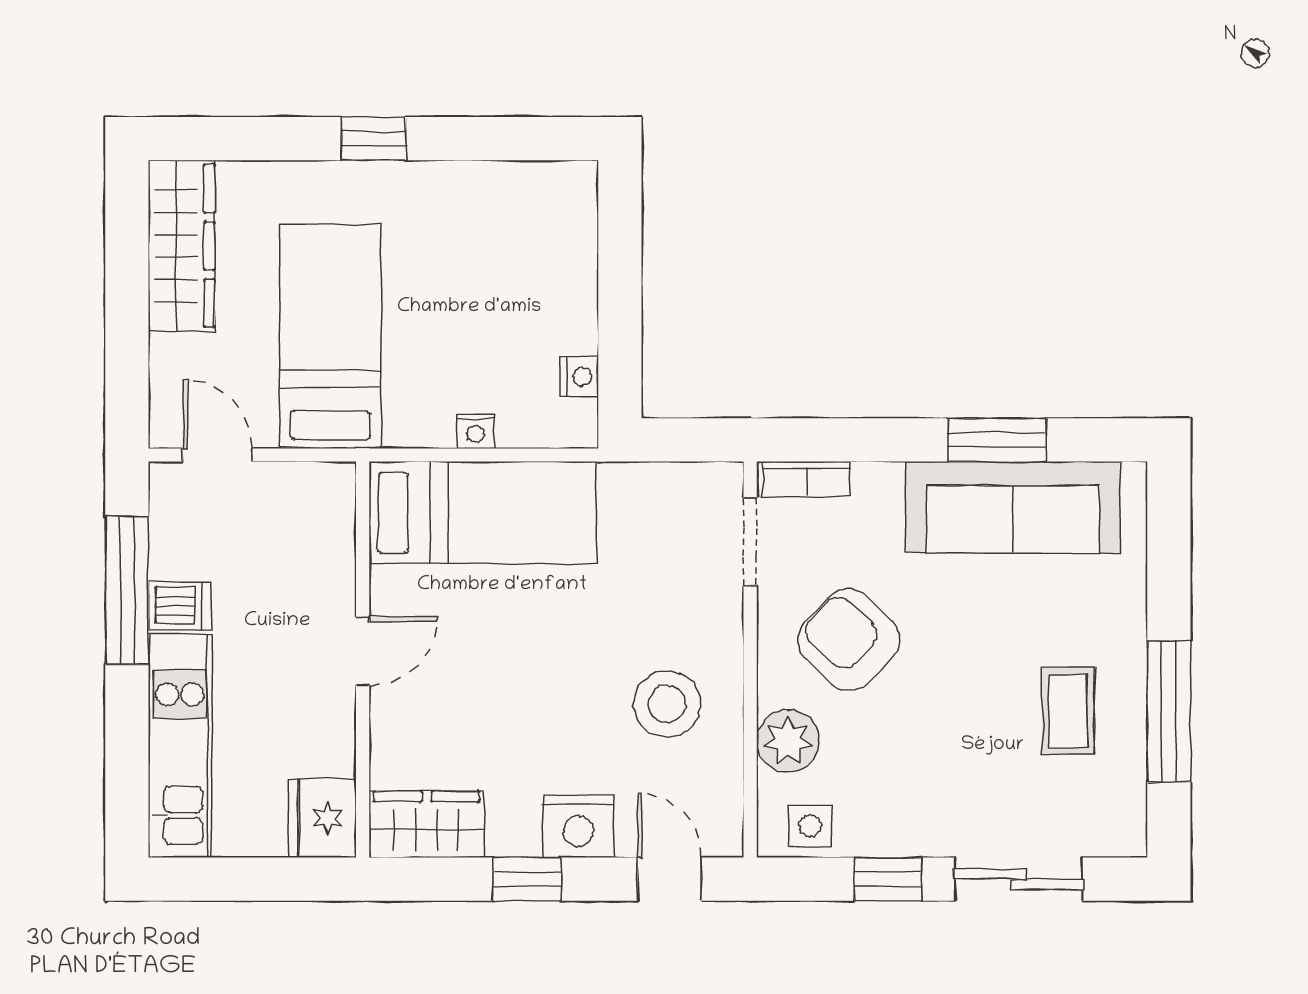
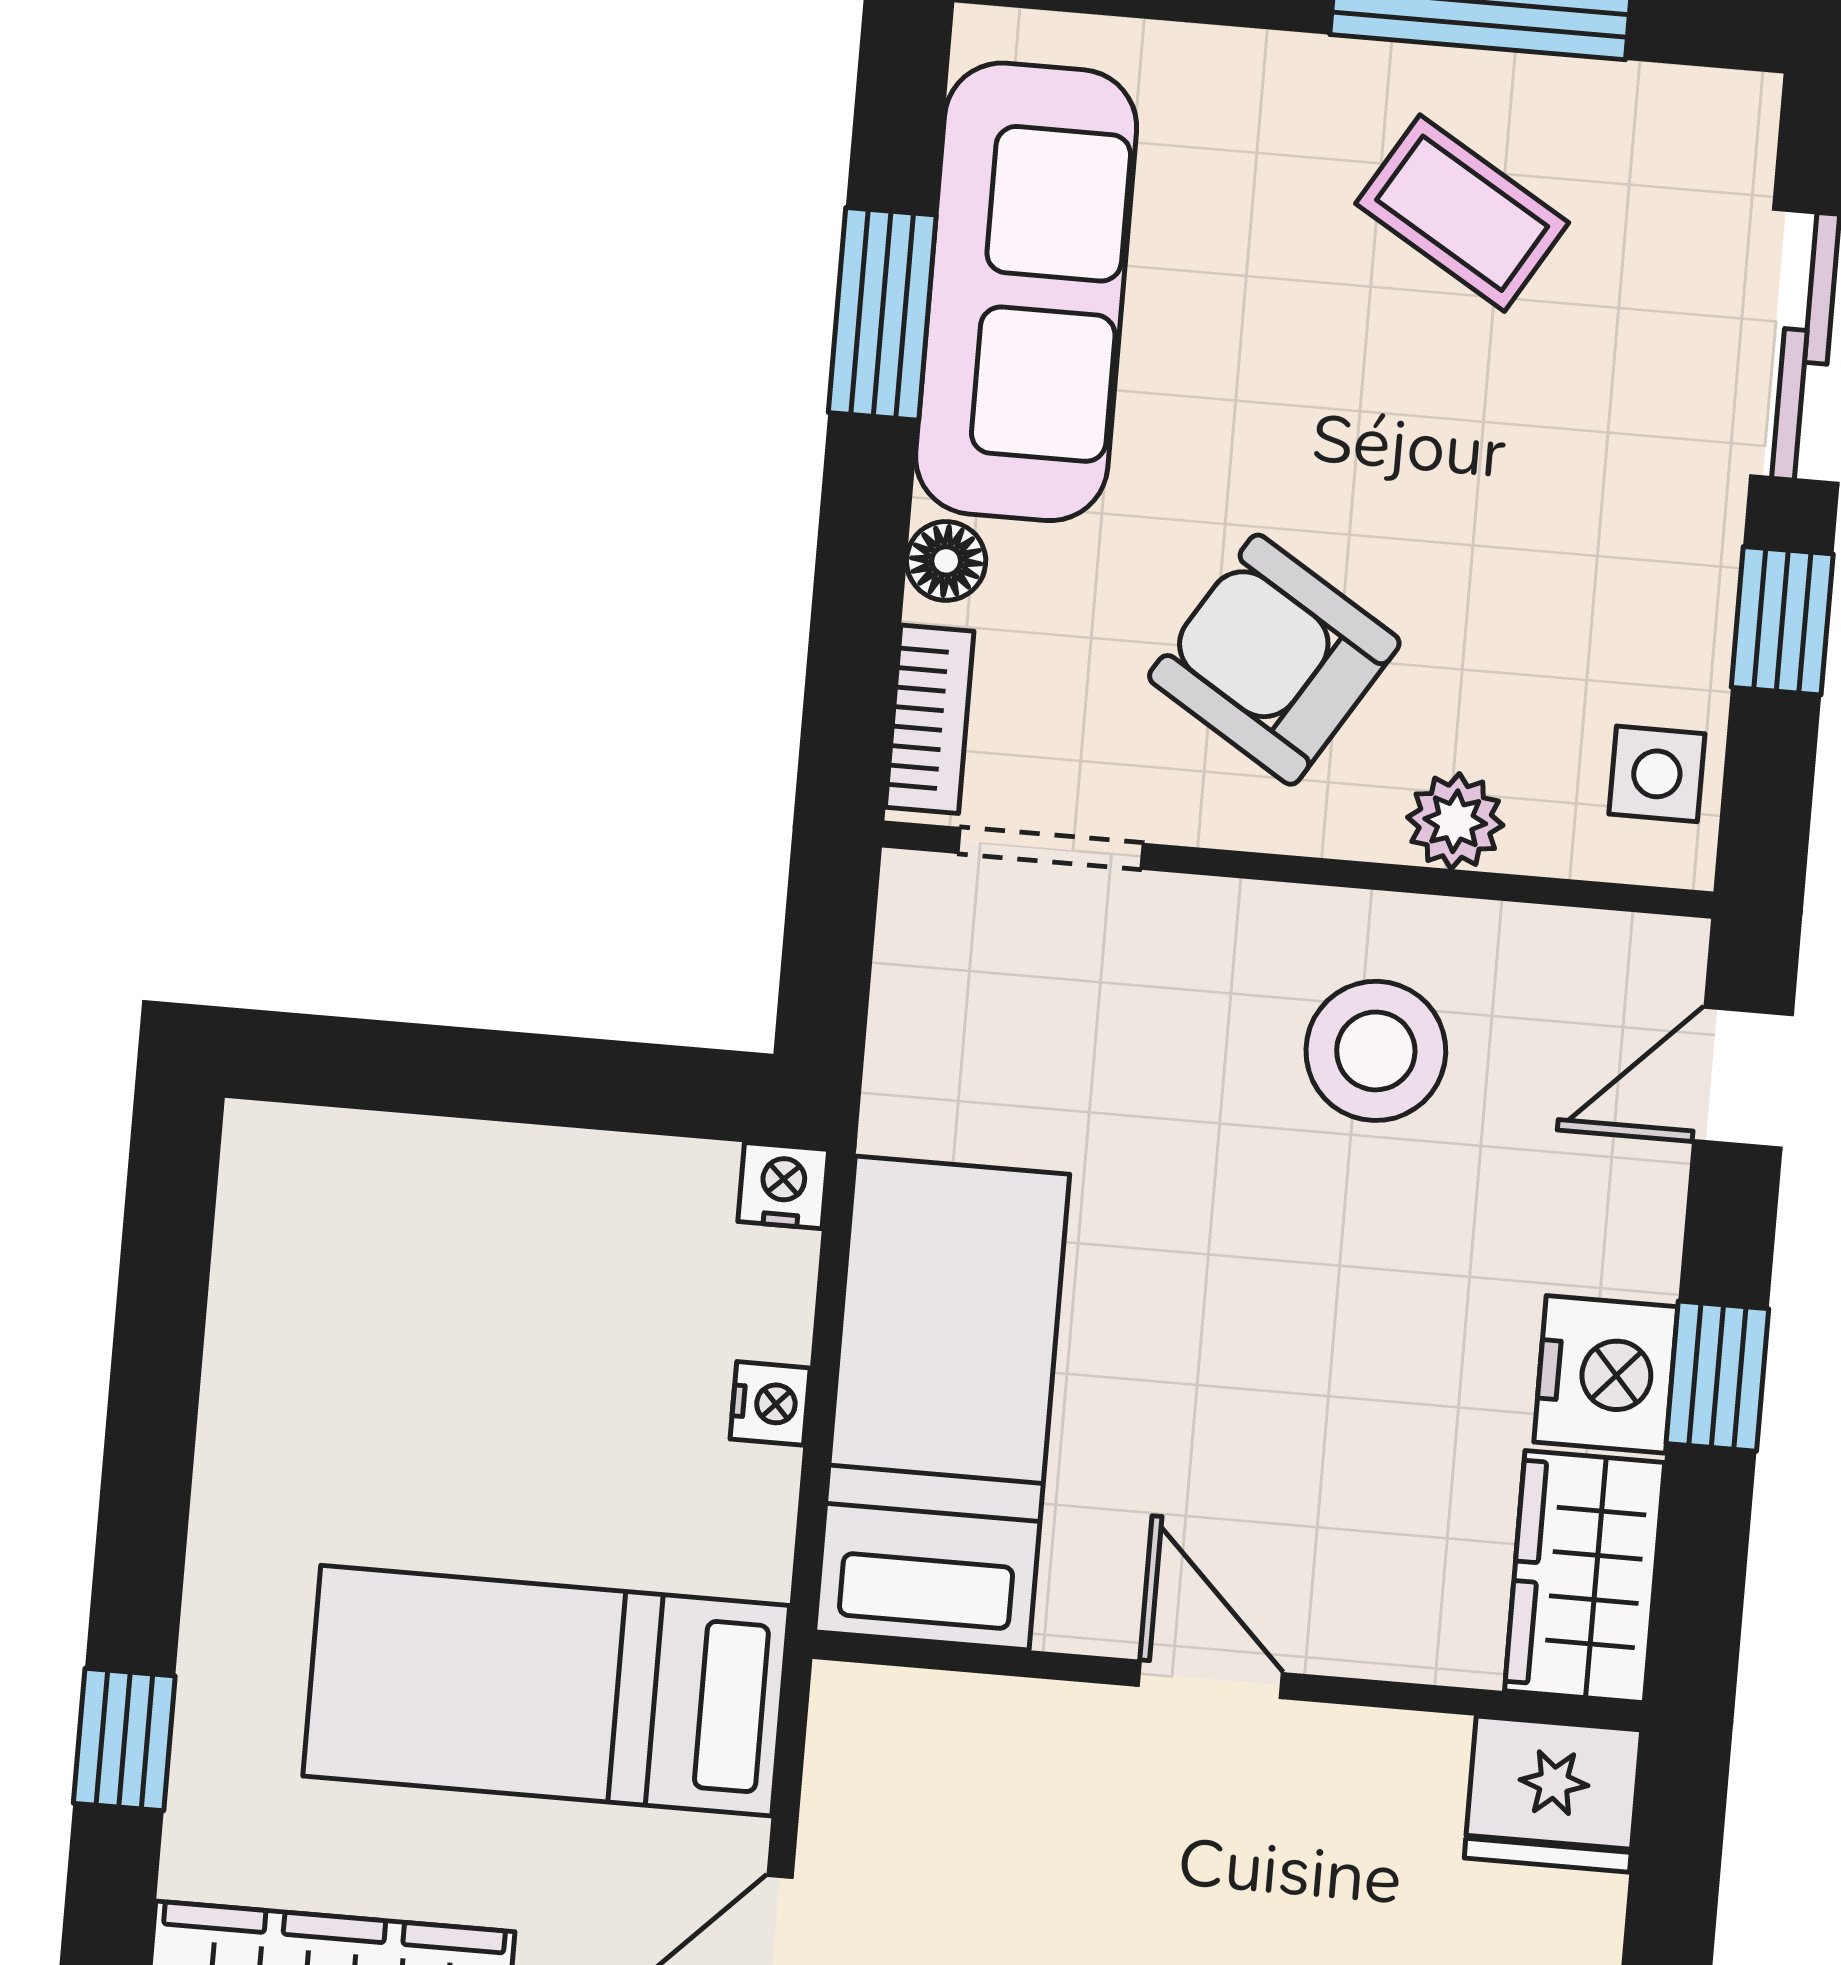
window: (374, 139) -> (124, 1740), moved
nightstand: (579, 377) -> (783, 1186), moved
floor lamp: (882, 480) -> (946, 561), added
armchair: (849, 640) -> (1274, 660), turned 79
coffee table: (1068, 711) -> (1462, 213), turned 31
plant: (788, 741) -> (1455, 821), width x0.73, depth x0.73
nightstand: (578, 826) -> (1606, 1374), moved

